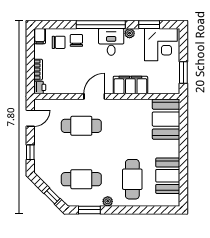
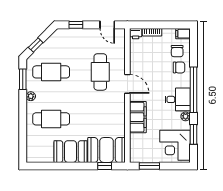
window: (183, 121) -> (105, 166), added
booth: (168, 176) -> (70, 152), moved
cafe table: (81, 179) -> (51, 72), turned 90

